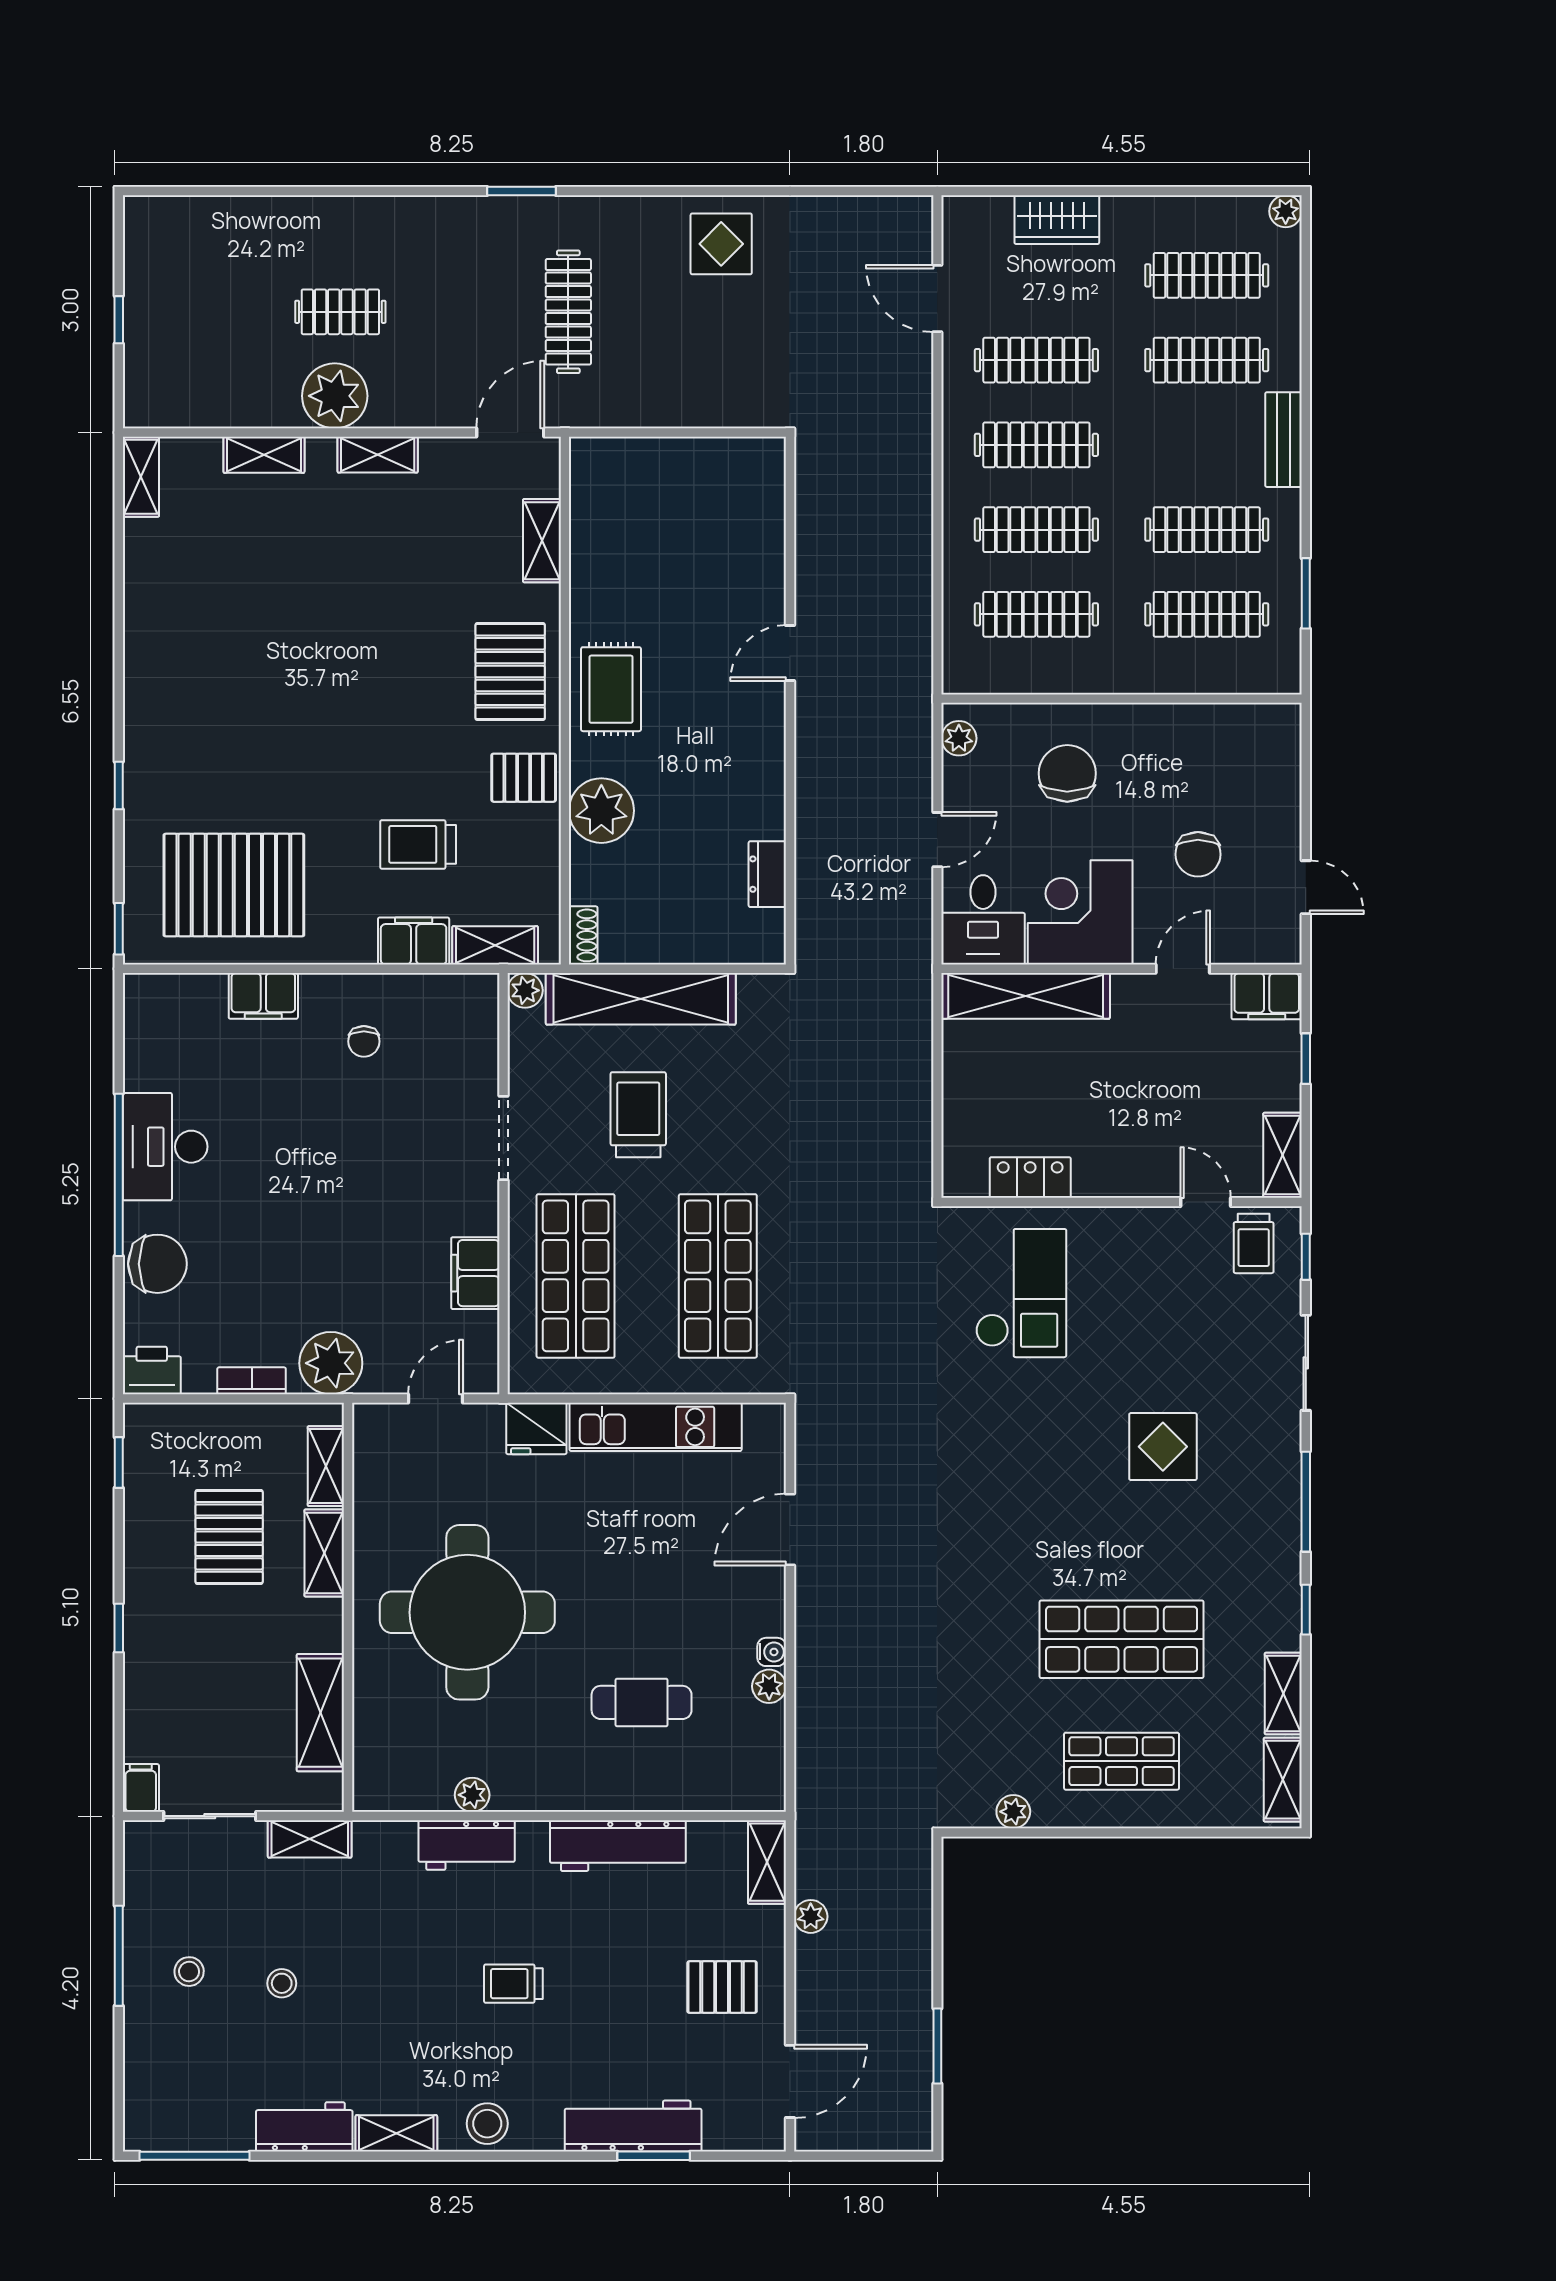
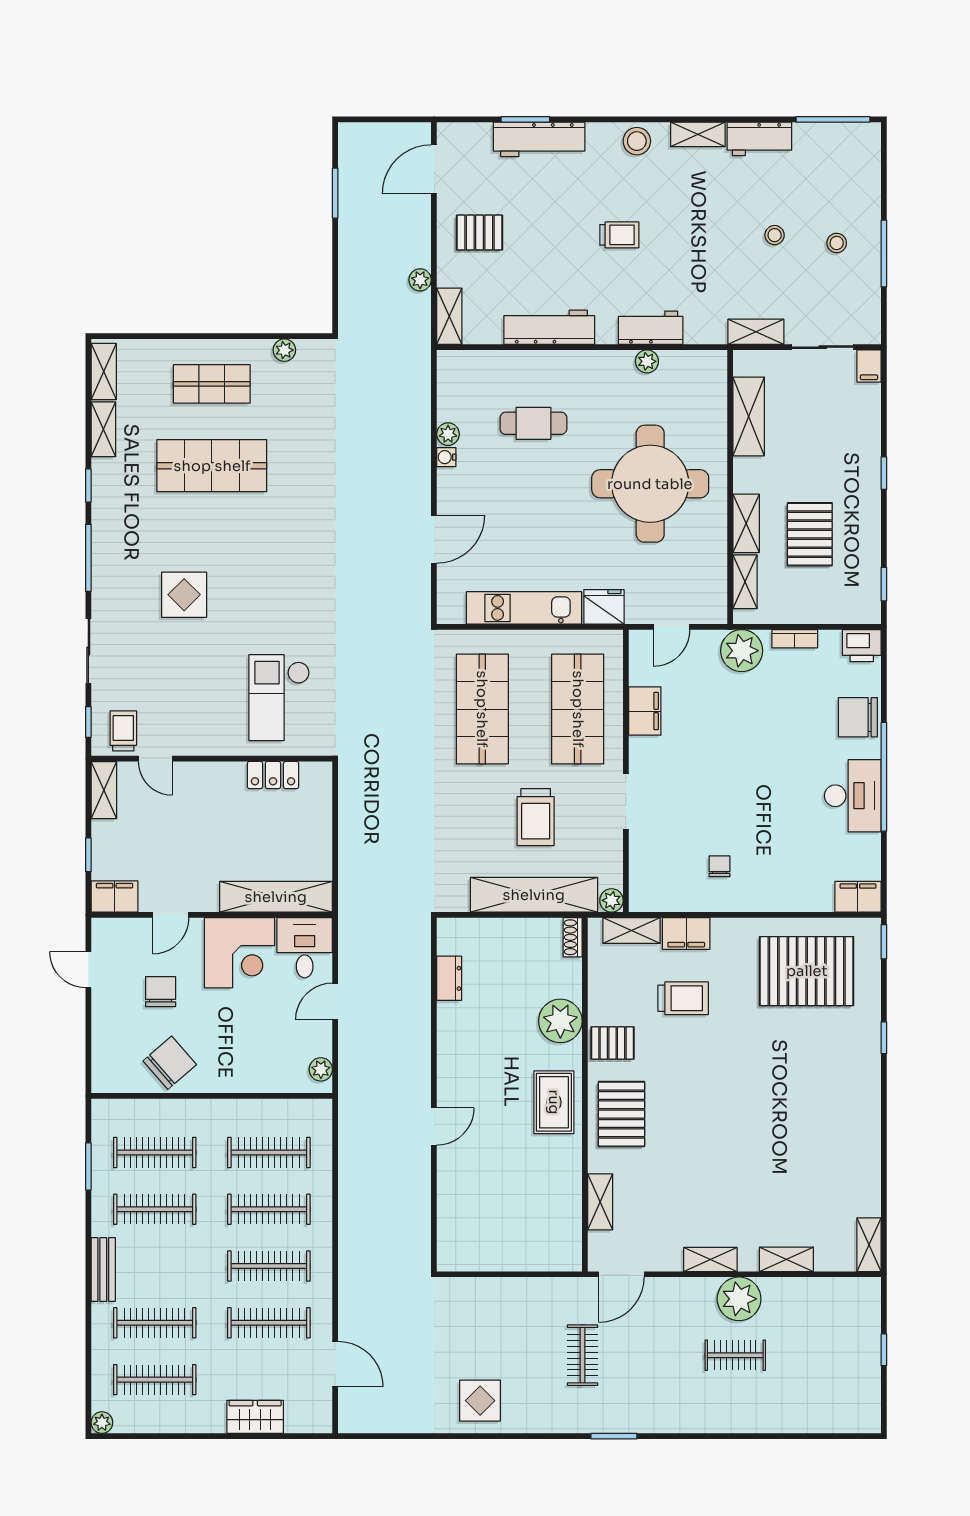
clothes rail: (568, 312) -> (583, 1355), width x0.73
chair: (1067, 773) -> (170, 1063), moved, turned -131
filing cabinet: (263, 996) -> (858, 897), moved

